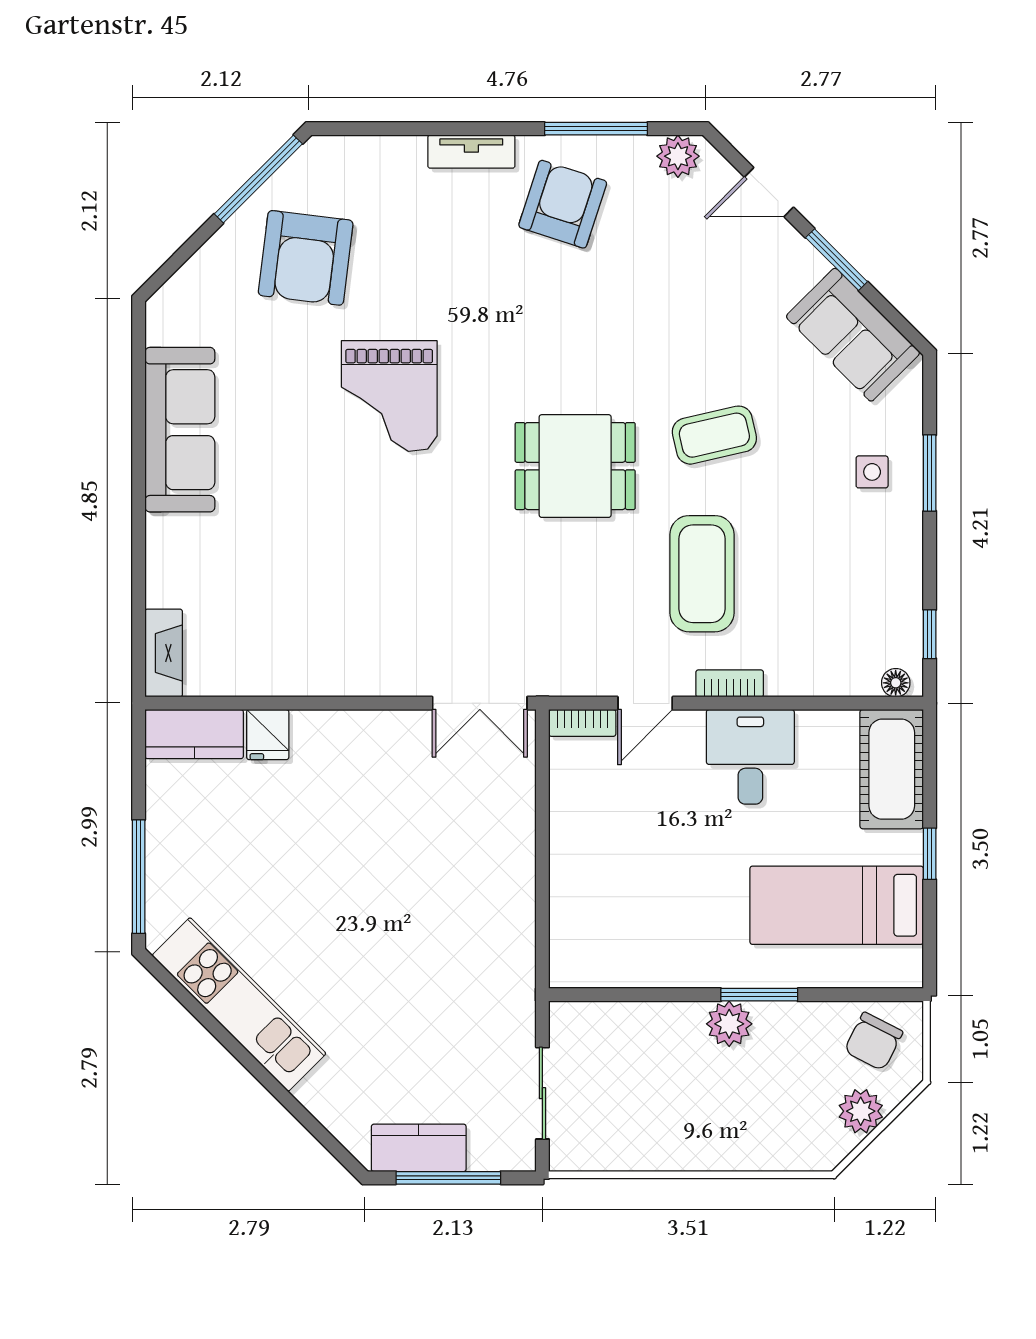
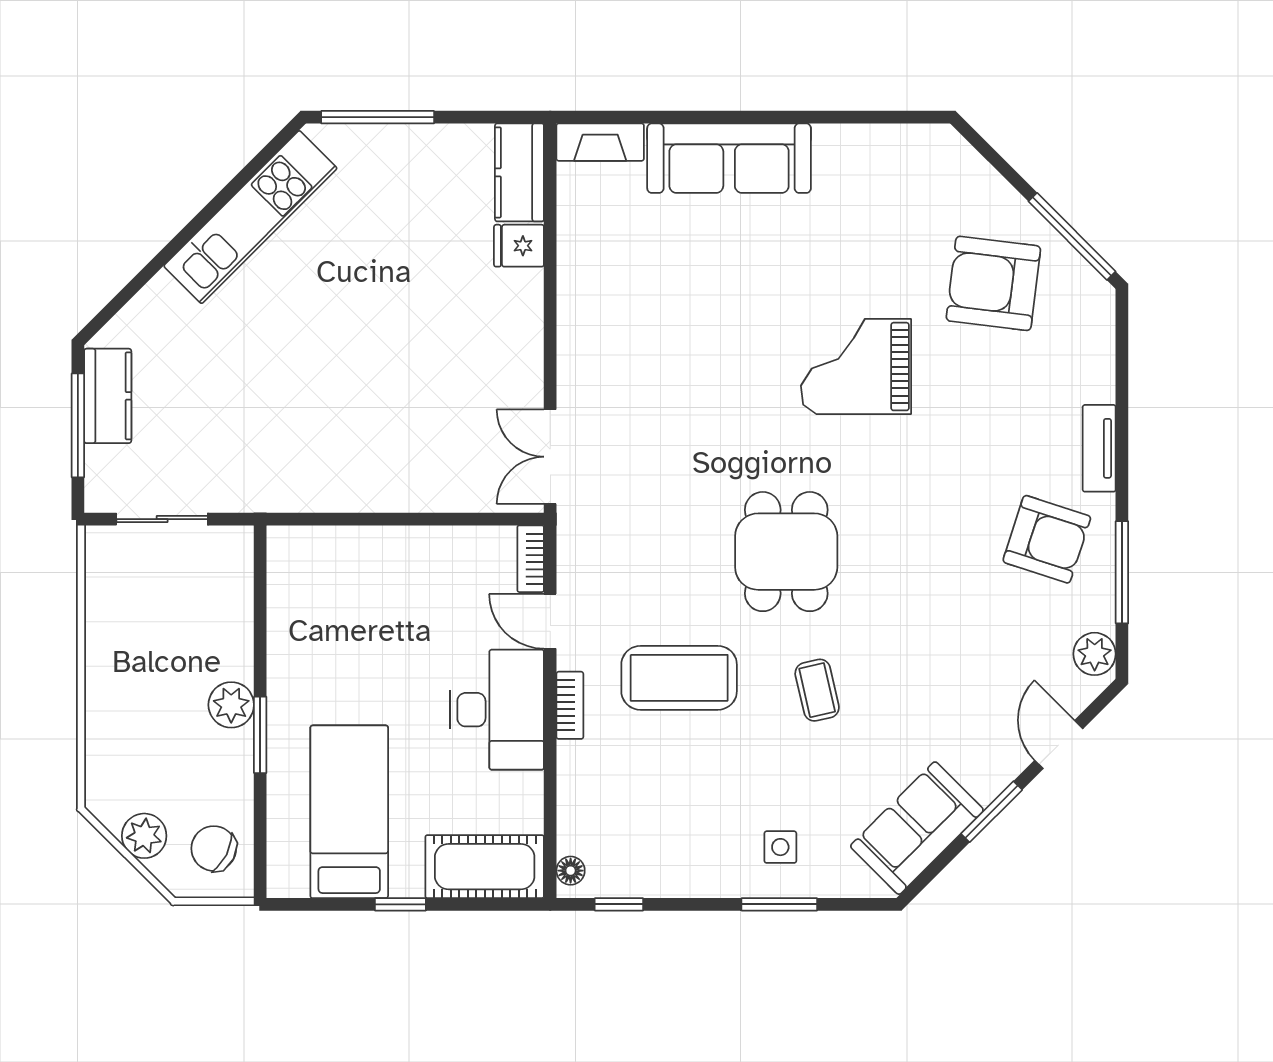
sofa: (180, 430) -> (729, 158), moved
coffee table: (714, 435) -> (817, 690), width x0.73, depth x0.77
desk: (750, 757) -> (497, 710), width x1.37

